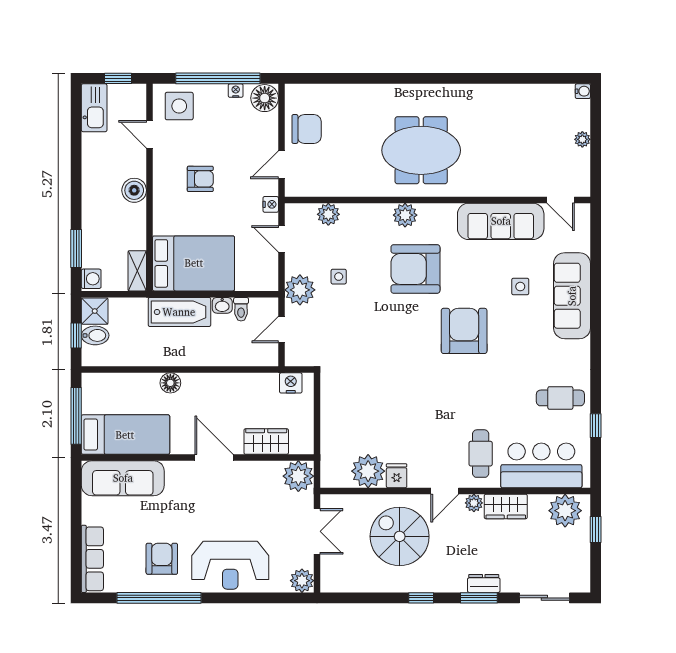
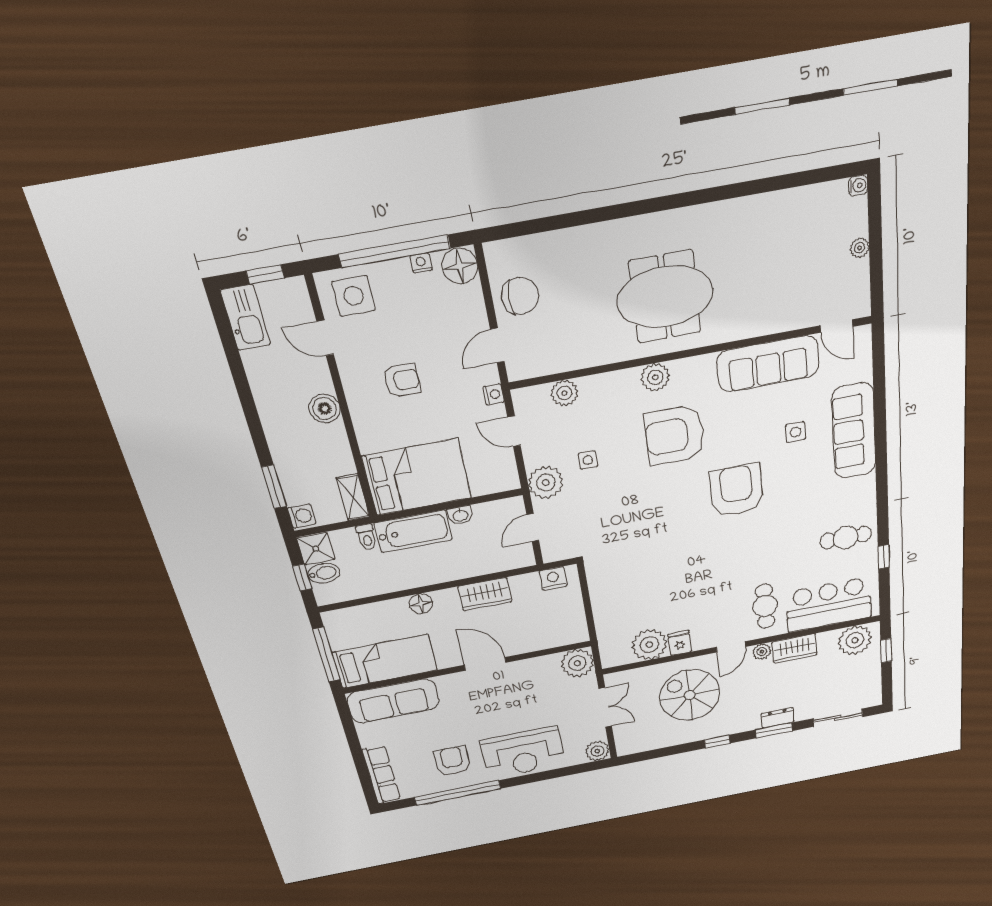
toilet: (241, 309) -> (367, 537), moved
wardrobe: (266, 442) -> (485, 594), moved, turned 180

